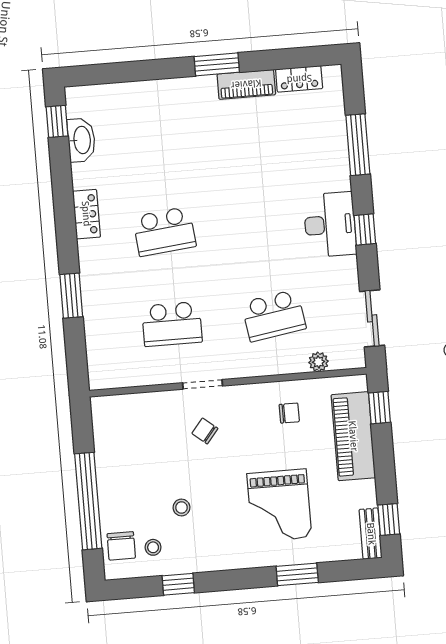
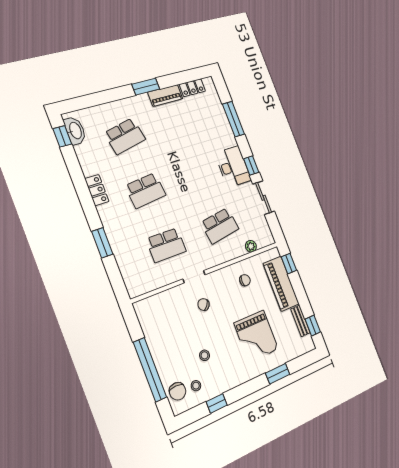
school desk: (157, 139) -> (125, 136), added
washbasin: (81, 140) -> (75, 131), moved
sliding door: (372, 318) -> (264, 198), moved
bench: (371, 534) -> (300, 321), moved

